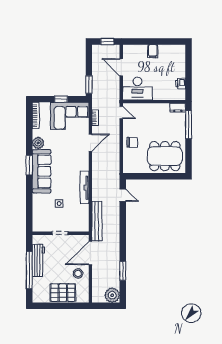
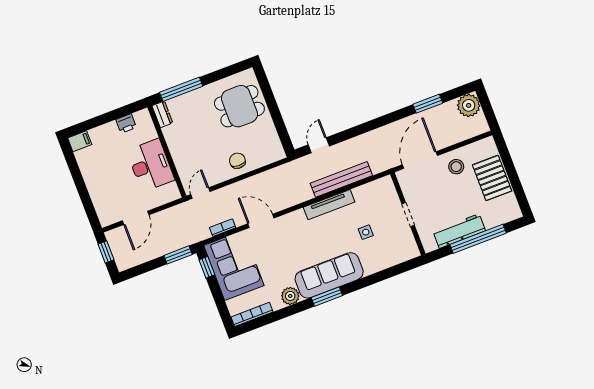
filing cabinet: (153, 51) -> (80, 141), moved
desk: (137, 89) -> (151, 165), moved
window: (61, 99) -> (207, 267), moved
dining table: (165, 156) -> (239, 106), width x0.73
bench: (97, 221) -> (341, 179), moved
door: (90, 253) -> (420, 160), swing flipped

